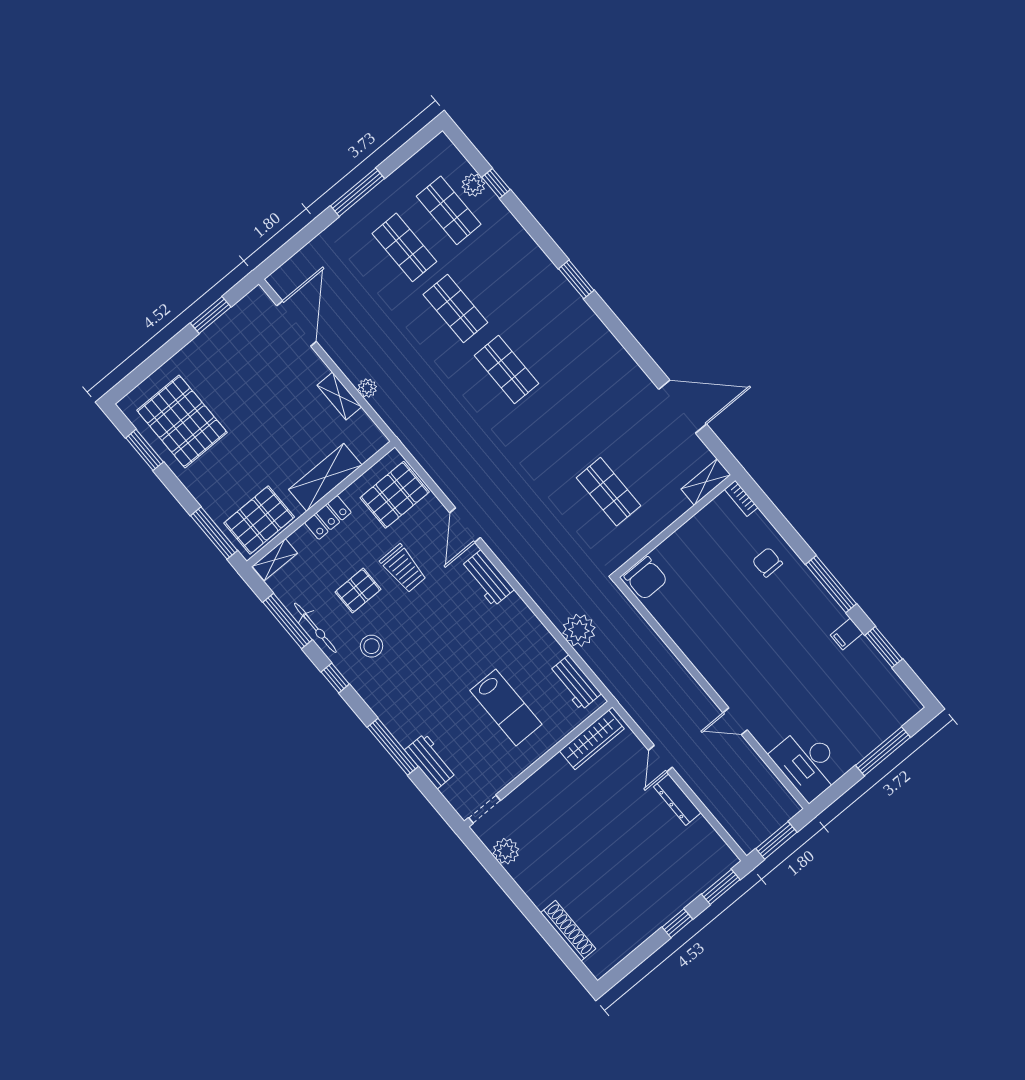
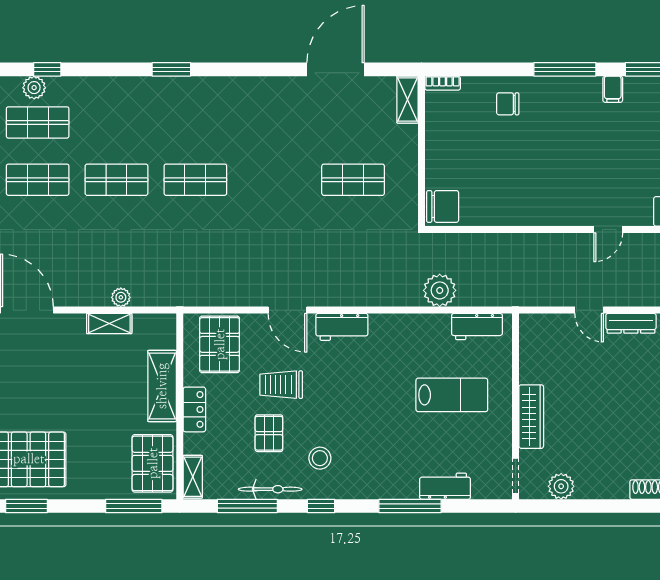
trolley: (403, 569) -> (281, 385), turned 180
wardrobe: (592, 740) -> (531, 417), moved

